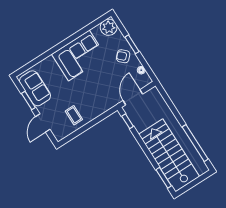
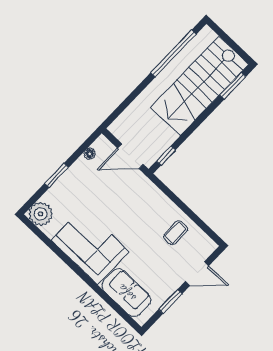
armchair: (123, 56) -> (76, 184), removed
sofa: (35, 88) -> (126, 293), moved, turned 90

